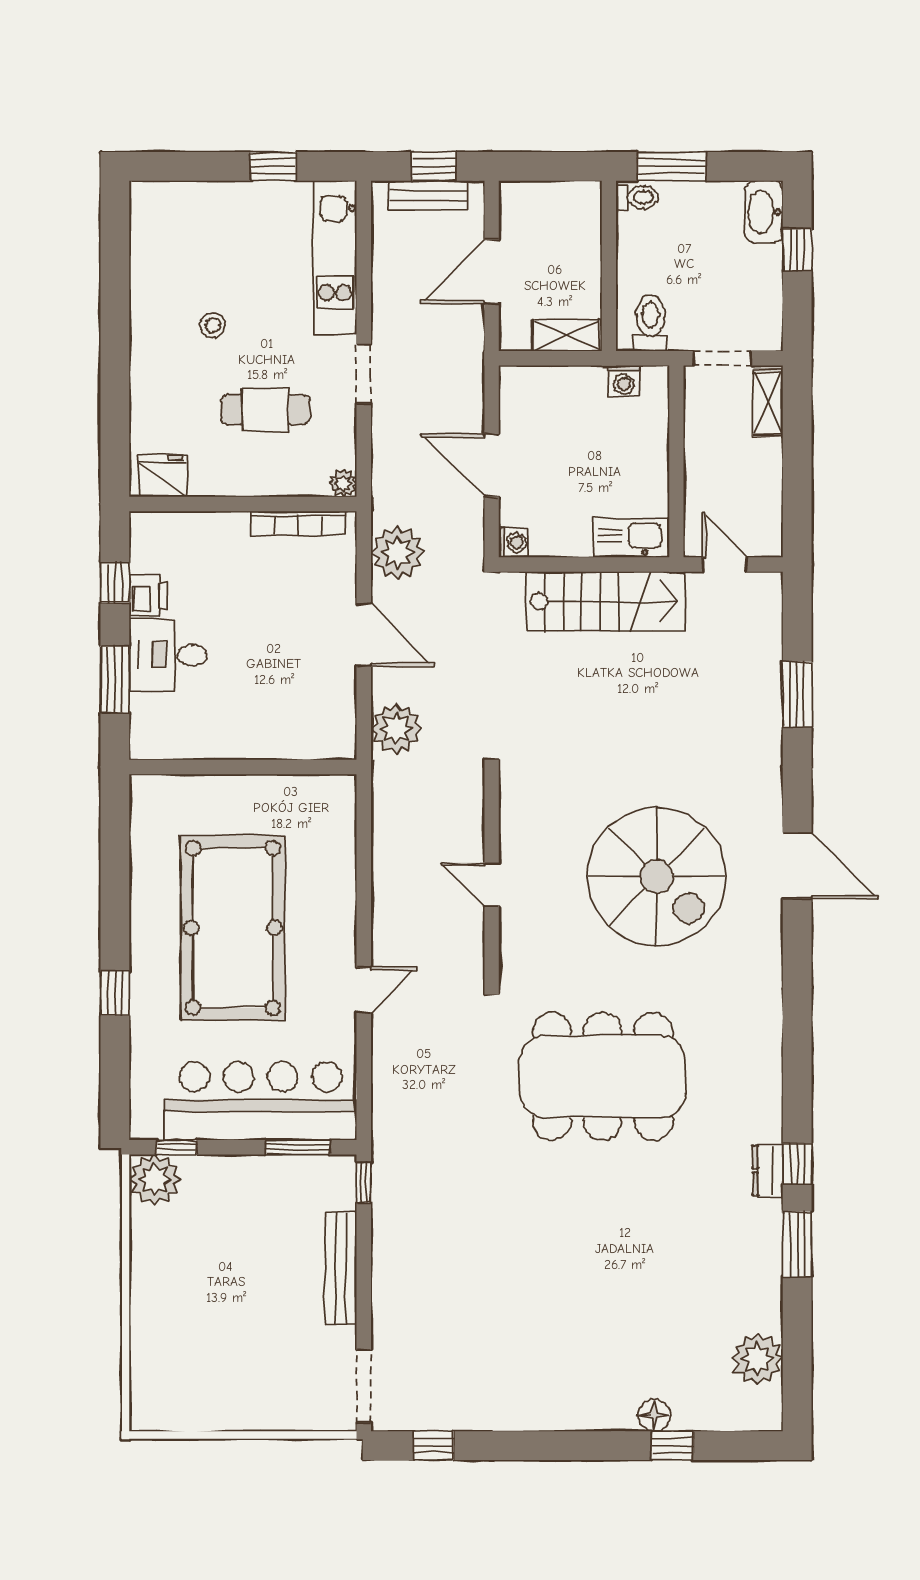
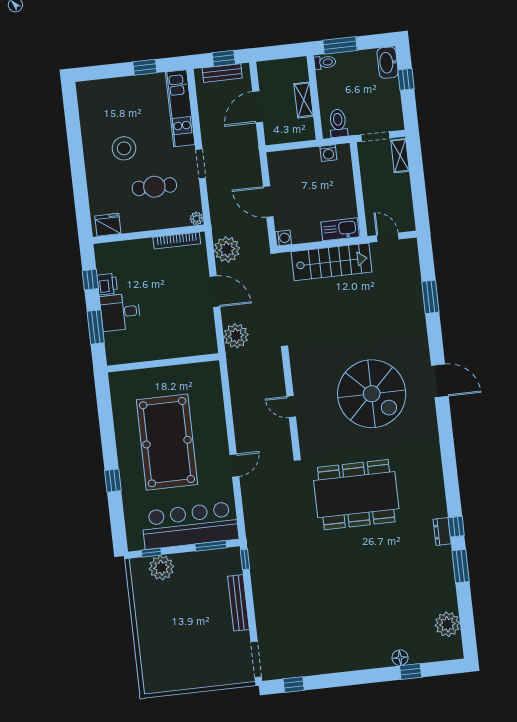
stool: (213, 325) -> (124, 148), width x1.89, depth x1.89
shelving: (567, 335) -> (304, 100), moved, turned 90
plant: (155, 1180) -> (161, 568), moved

